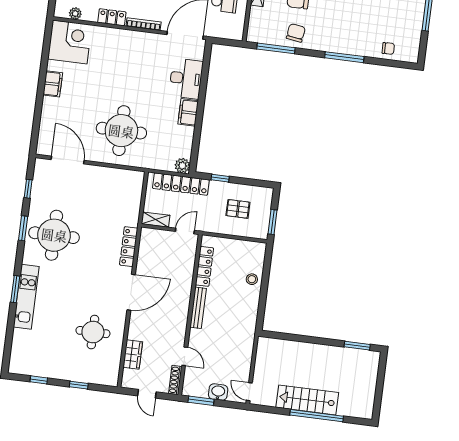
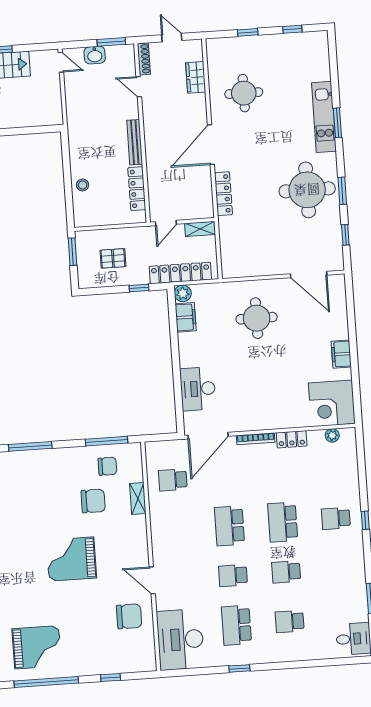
chair: (296, 33) -> (107, 466), moved, turned -98
filing cabinet: (188, 112) -> (186, 317), moved
round table: (121, 131) -> (257, 318), width x0.73, depth x0.73

